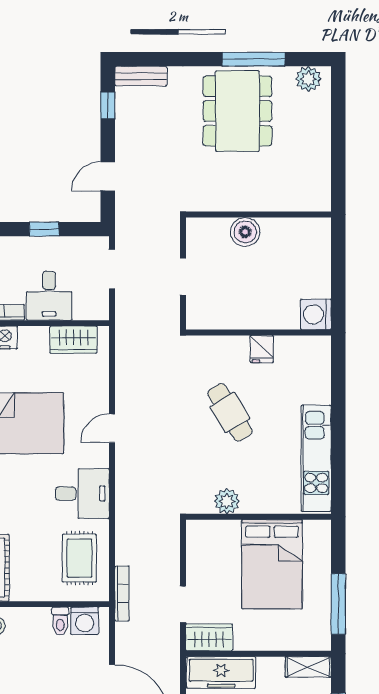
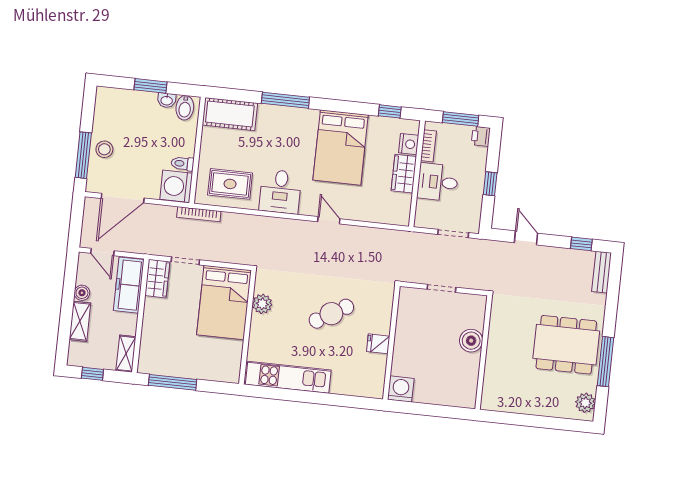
wardrobe: (73, 340) -> (404, 174), moved
bed: (272, 564) -> (224, 303), moved, turned -90
washing machine: (85, 621) -> (176, 186), width x1.37, depth x1.37

